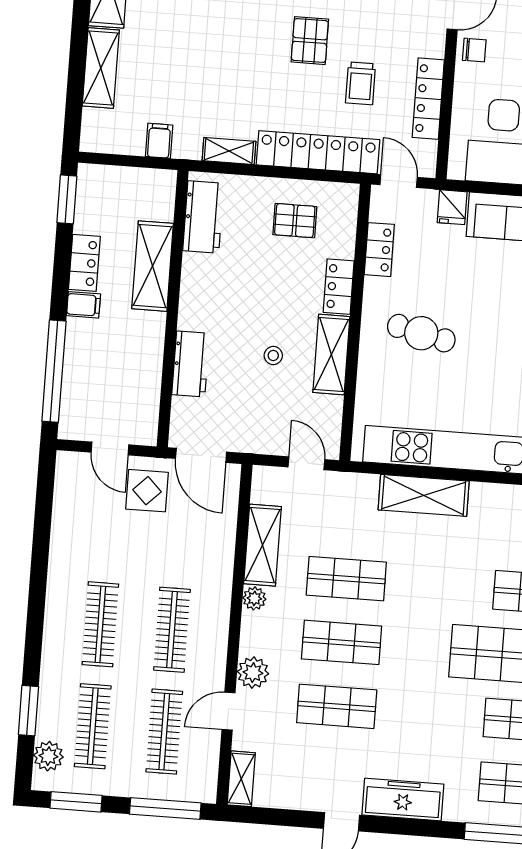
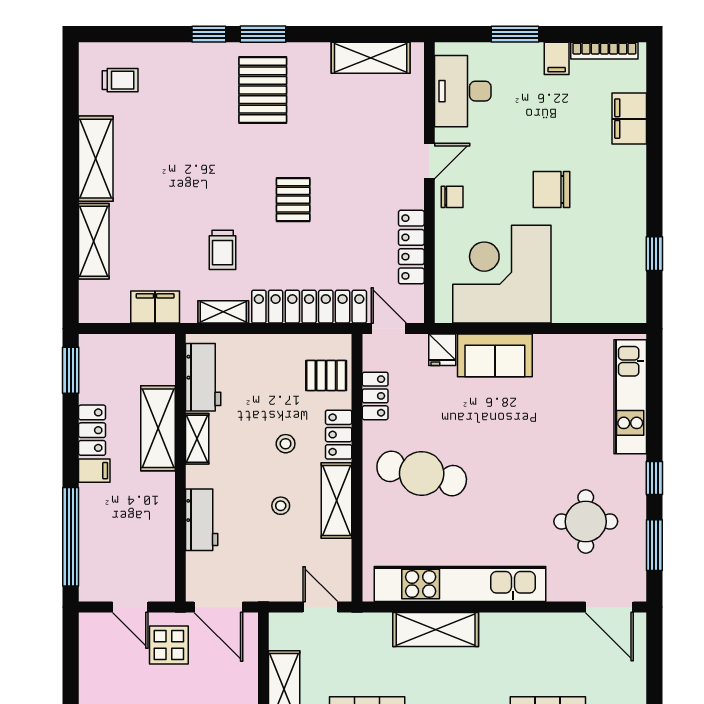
trolley: (361, 83) -> (223, 250), moved
filing cabinet: (159, 141) -> (155, 307), width x2.00
pallet: (295, 221) -> (326, 375), moved
shelving: (192, 280) -> (197, 439), added
stool: (283, 292) -> (286, 444), added
cafe table: (421, 333) -> (422, 473), width x1.37, depth x1.35

